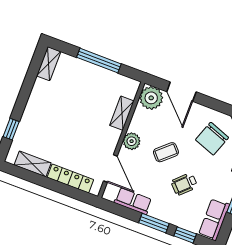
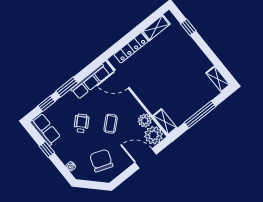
shelving: (122, 113) -> (165, 122), moved
plant: (132, 141) -> (145, 121), moved
row of seats: (133, 201) -> (90, 82), width x1.48

